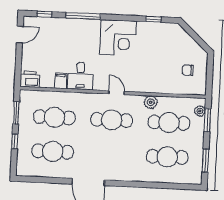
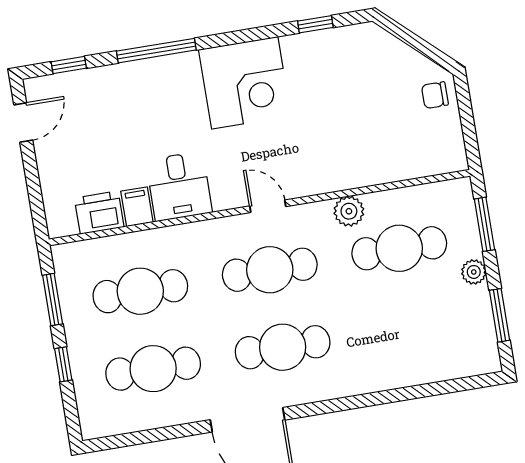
chair: (188, 70) -> (435, 95), moved
printer: (30, 79) -> (99, 213), moved
plant: (200, 111) -> (474, 272), moved
cafe table: (167, 157) -> (283, 347), moved

